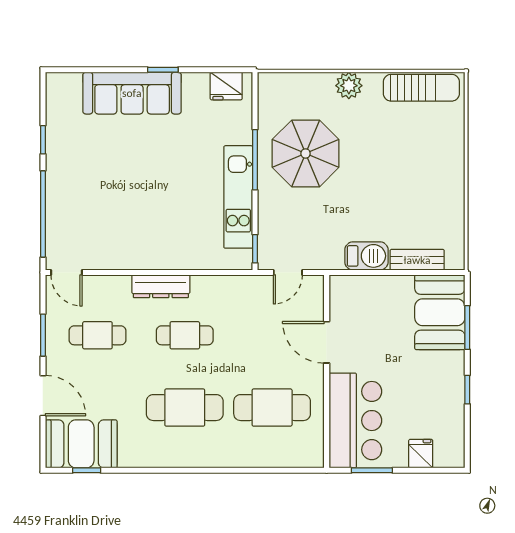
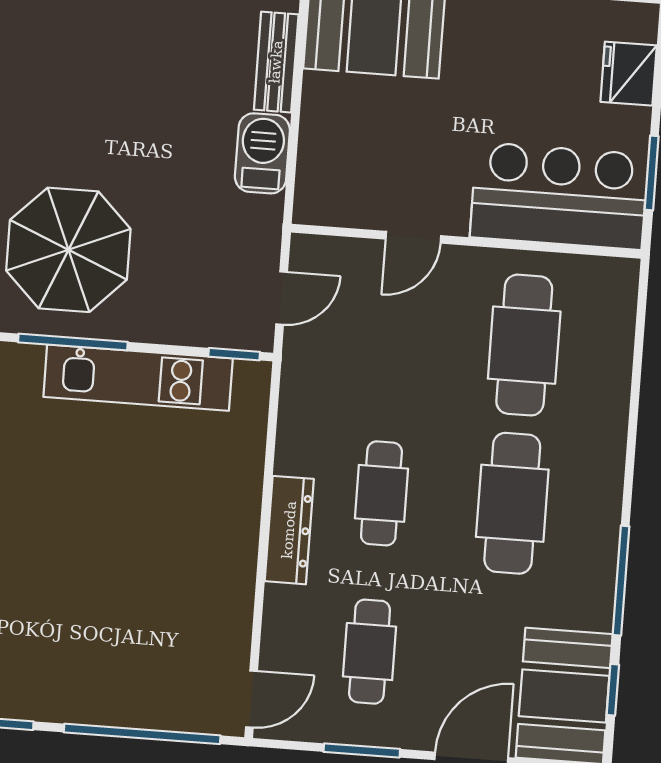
door: (288, 272) -> (282, 298), hinge flipped
door: (327, 342) -> (413, 237), width x0.73
fridge: (421, 454) -> (629, 74), width x1.38
window: (147, 470) -> (621, 581), added

